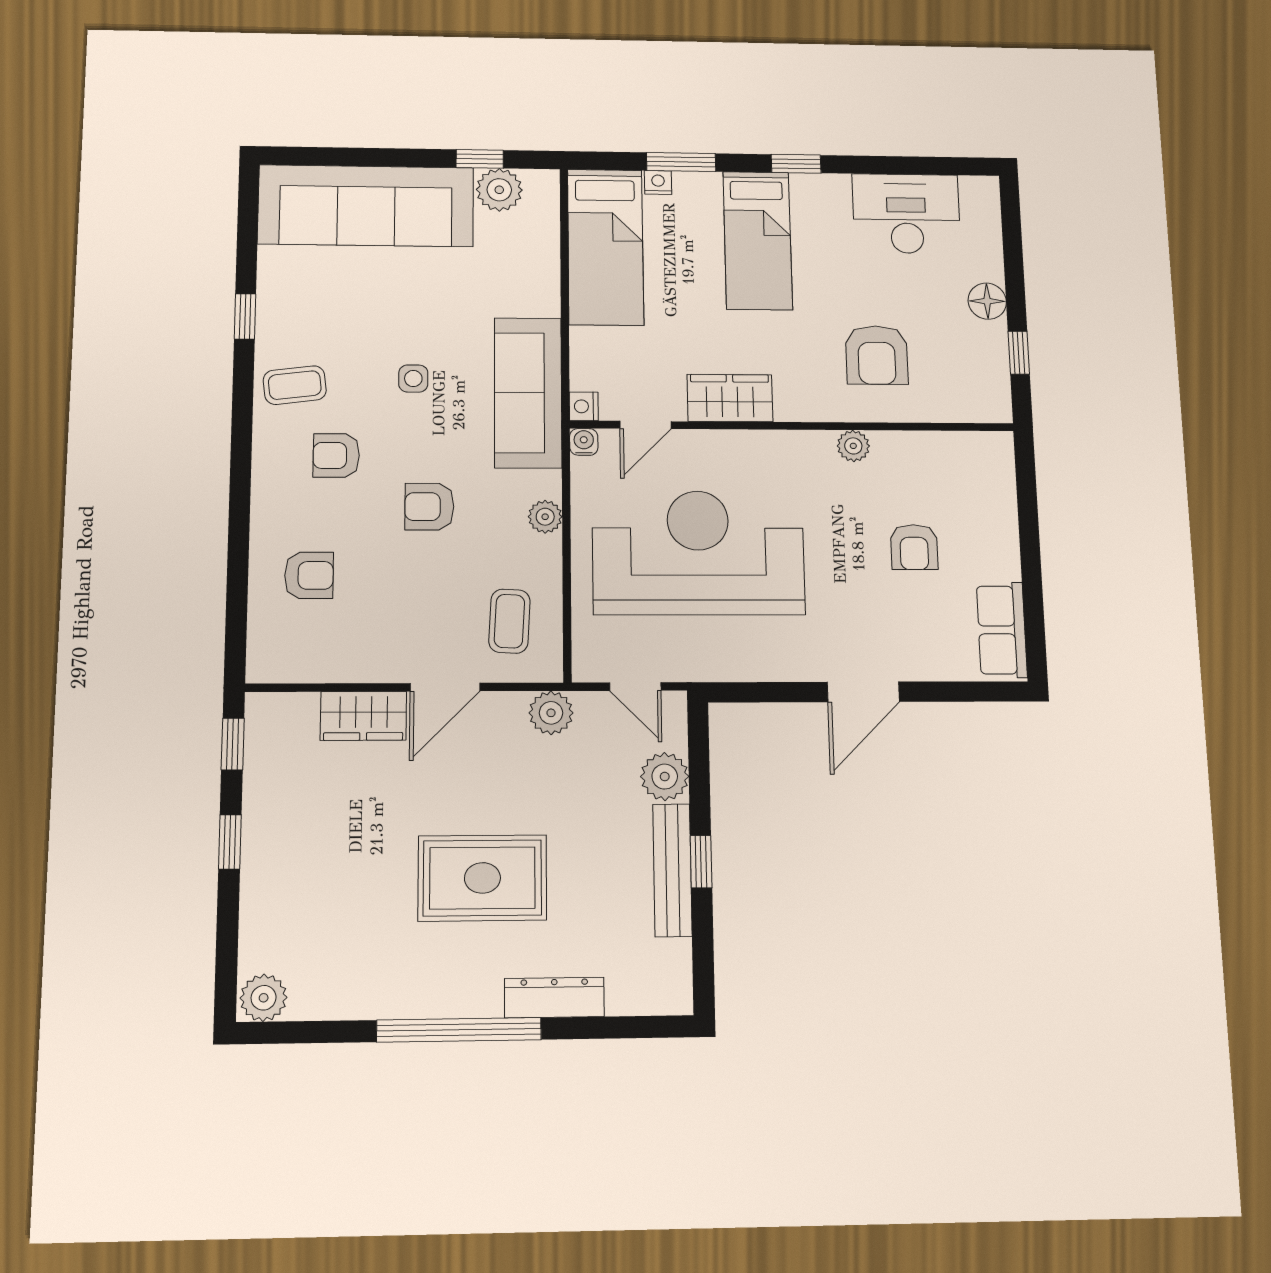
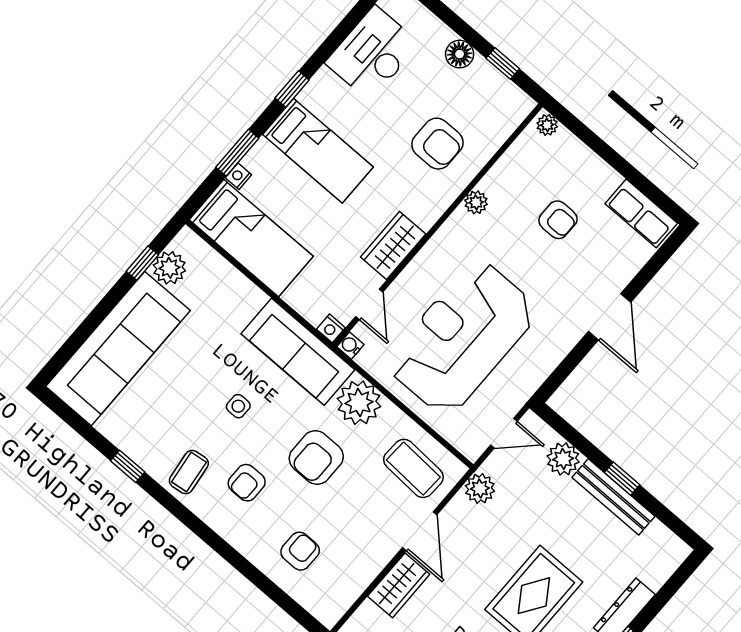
plant: (1000, 451) -> (547, 125), added
armchair: (429, 507) -> (316, 458), width x1.38, depth x1.38
plant: (545, 517) -> (359, 403), width x1.87, depth x1.87
coffee table: (509, 621) -> (413, 468), width x1.36, depth x1.30

